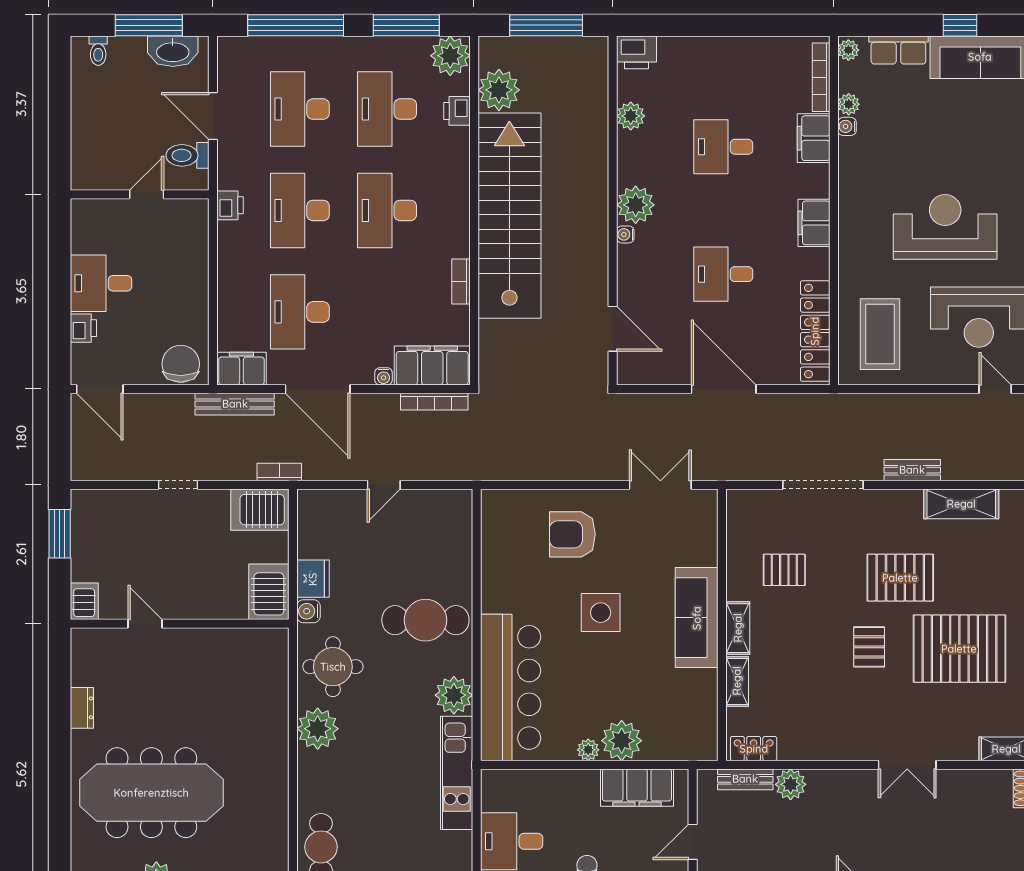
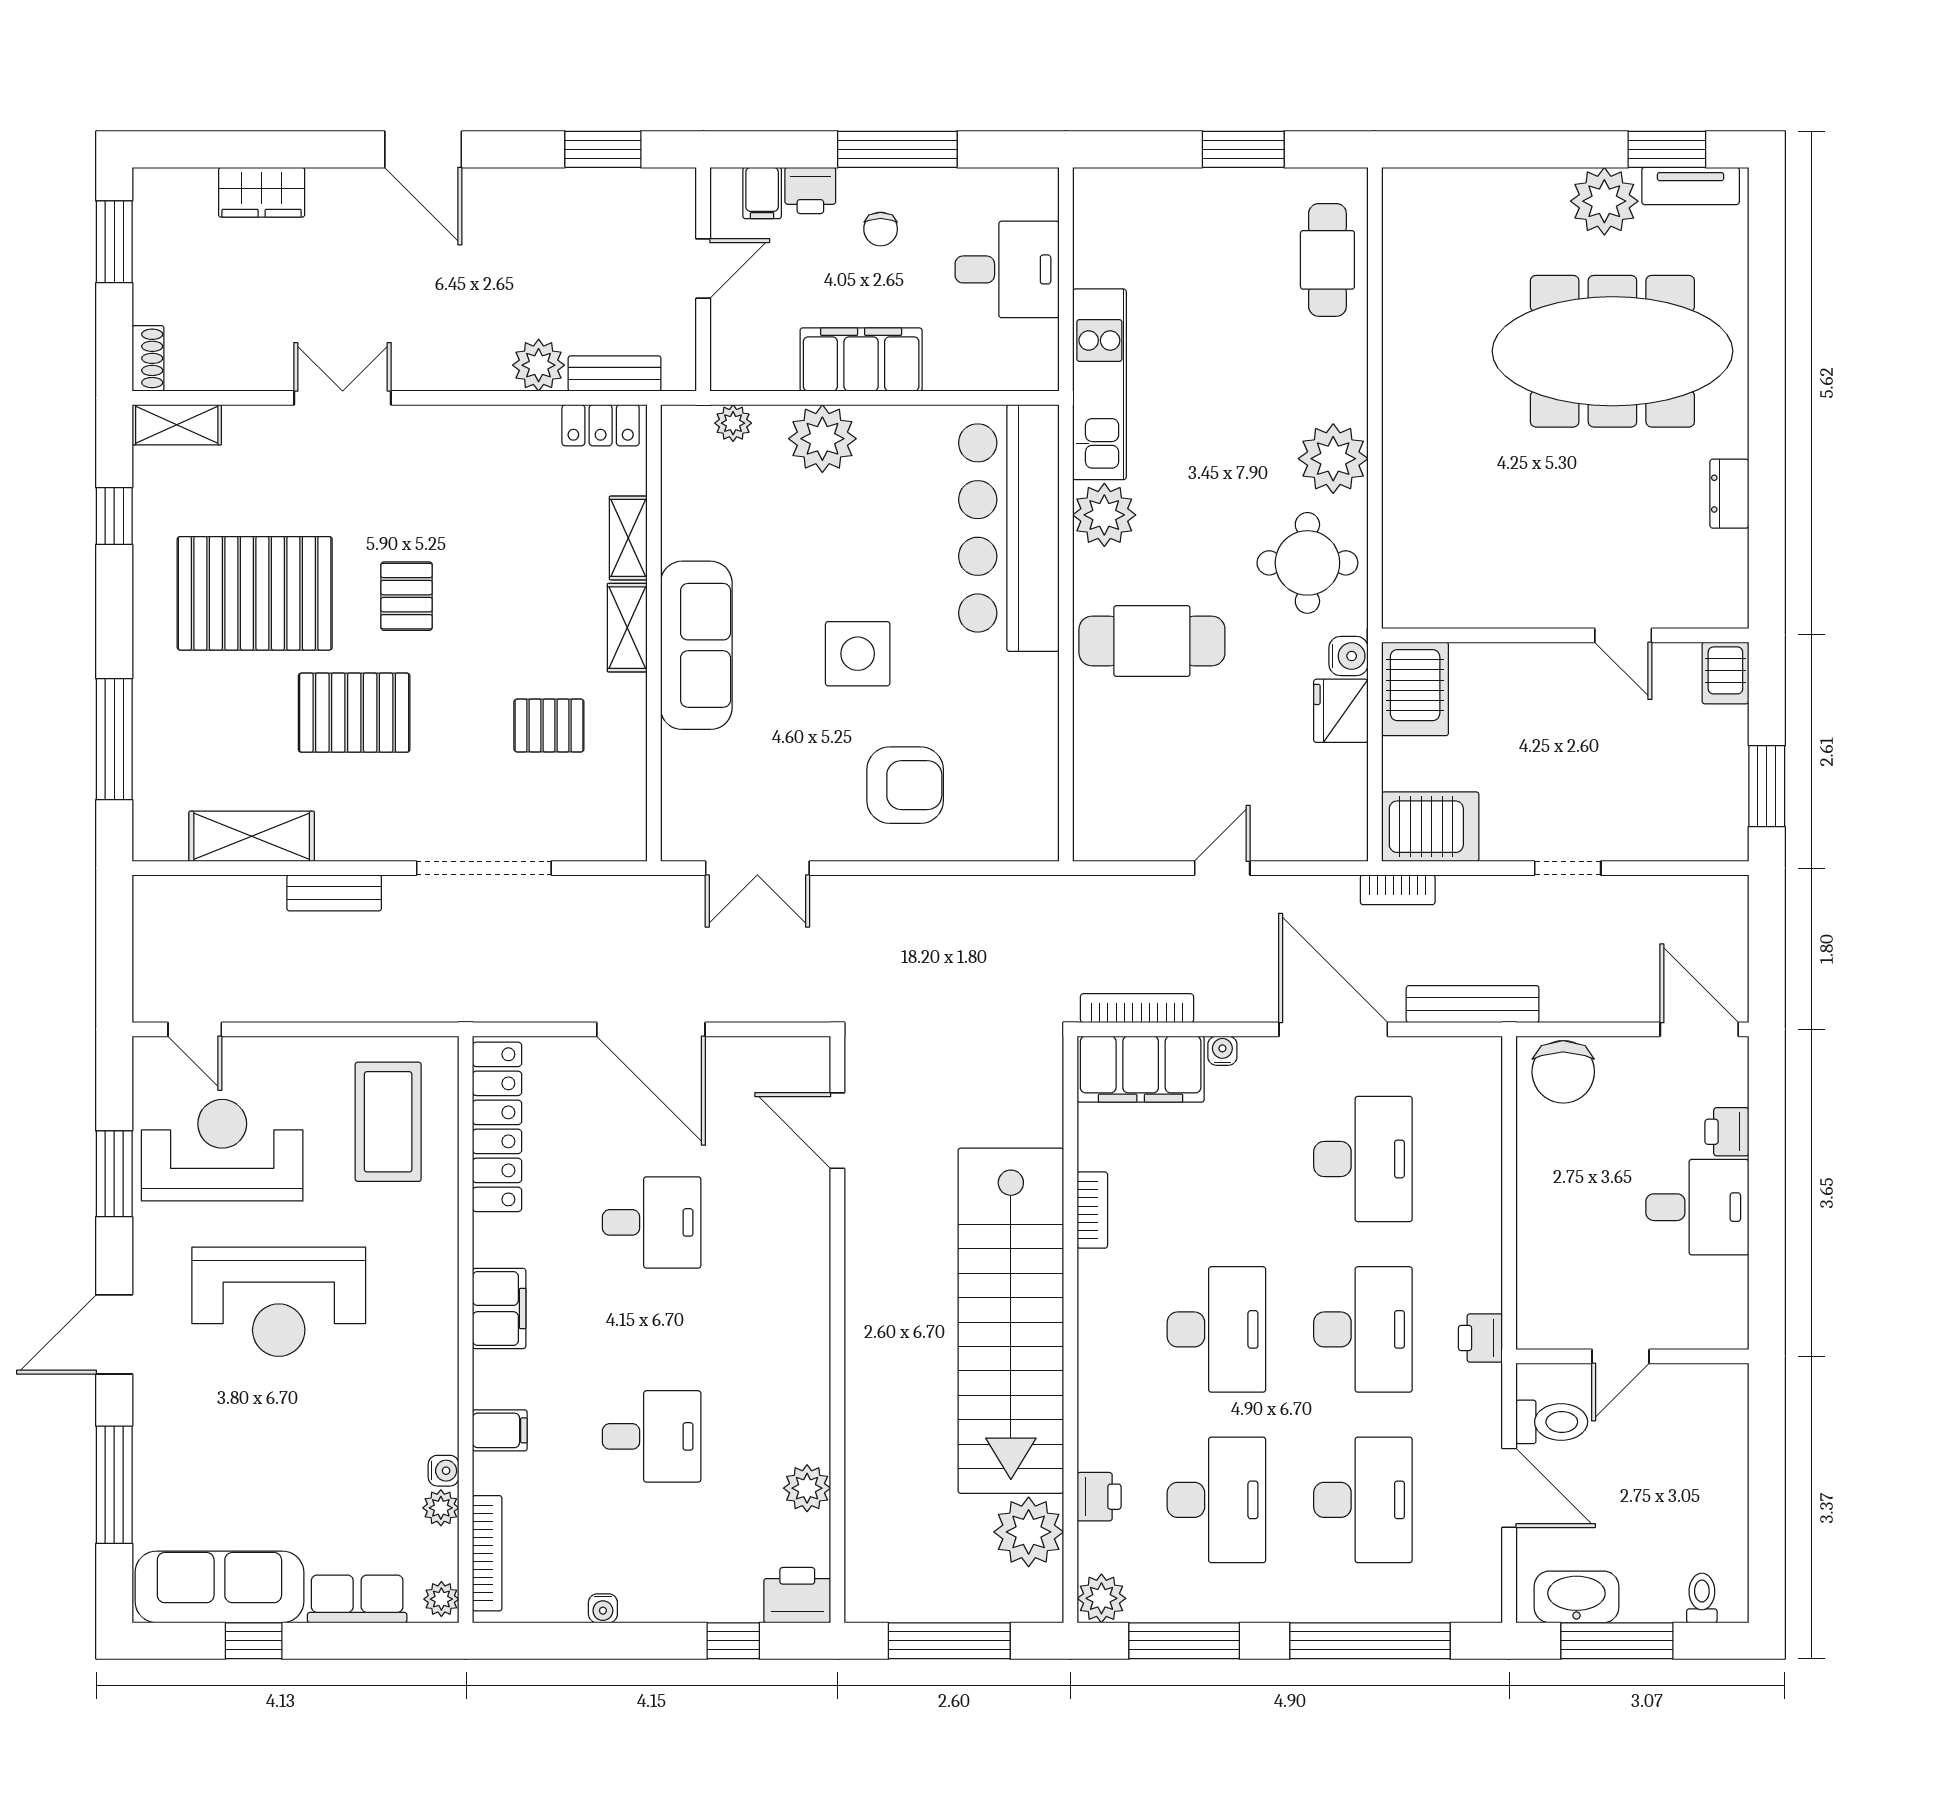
window: (675, 25) -> (733, 1641), added
plant: (450, 56) -> (1101, 1598), width x0.73, depth x0.73
filing cabinet: (814, 138) -> (500, 1430), width x0.50
plant: (636, 205) -> (799, 1339), removed
water cooler: (625, 234) -> (603, 1608), moved, turned 90
filing cabinet: (241, 369) -> (1461, 1064), removed
plant: (588, 750) -> (733, 423), moved
filing cabinet: (637, 788) -> (861, 360), moved

